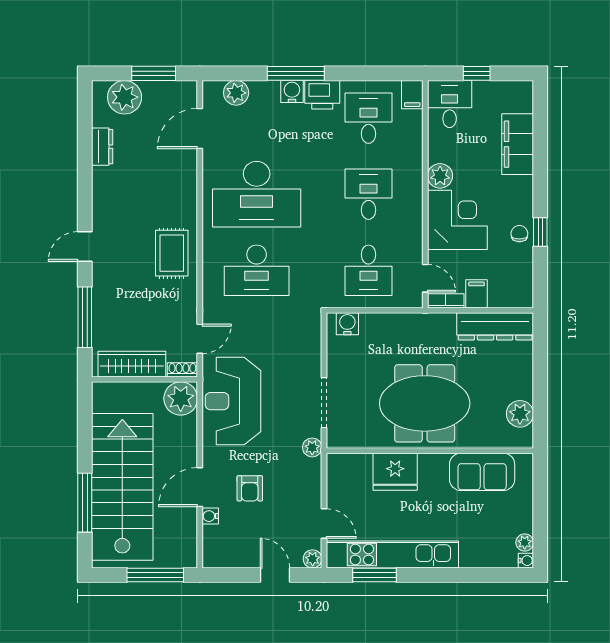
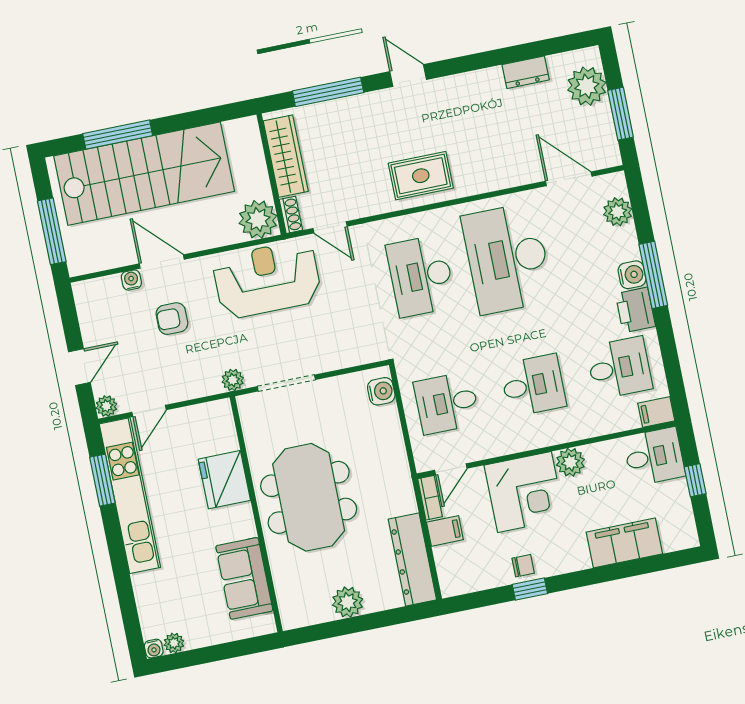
plant: (520, 414) -> (348, 602), moved

